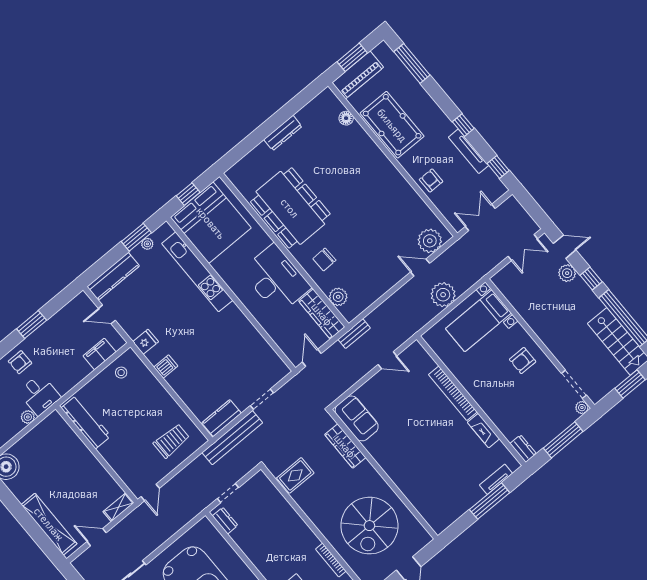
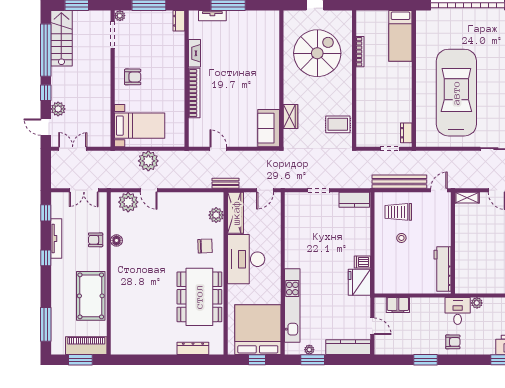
floor lamp: (346, 118) -> (116, 240), moved
dresser: (283, 133) -> (193, 348), moved
armchair: (431, 180) -> (96, 240), turned 90
fridge: (146, 342) -> (359, 282), width x1.88, depth x1.34
stool: (121, 373) -> (401, 238), moved
bench: (232, 438) -> (399, 182), moved
wardrobe: (345, 446) -> (290, 117), width x0.67

